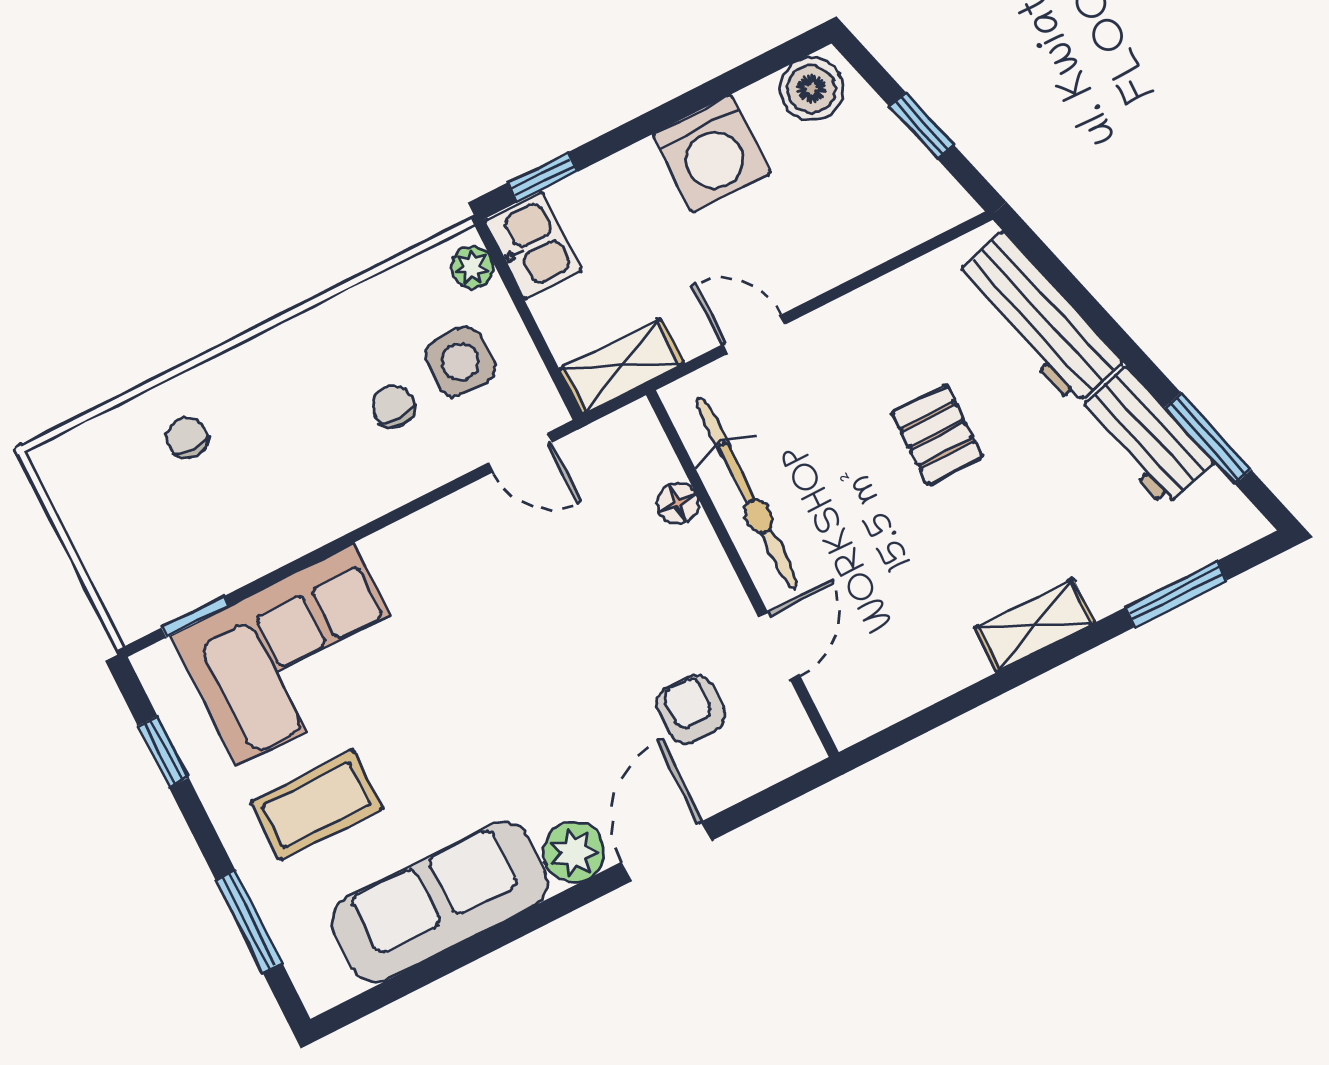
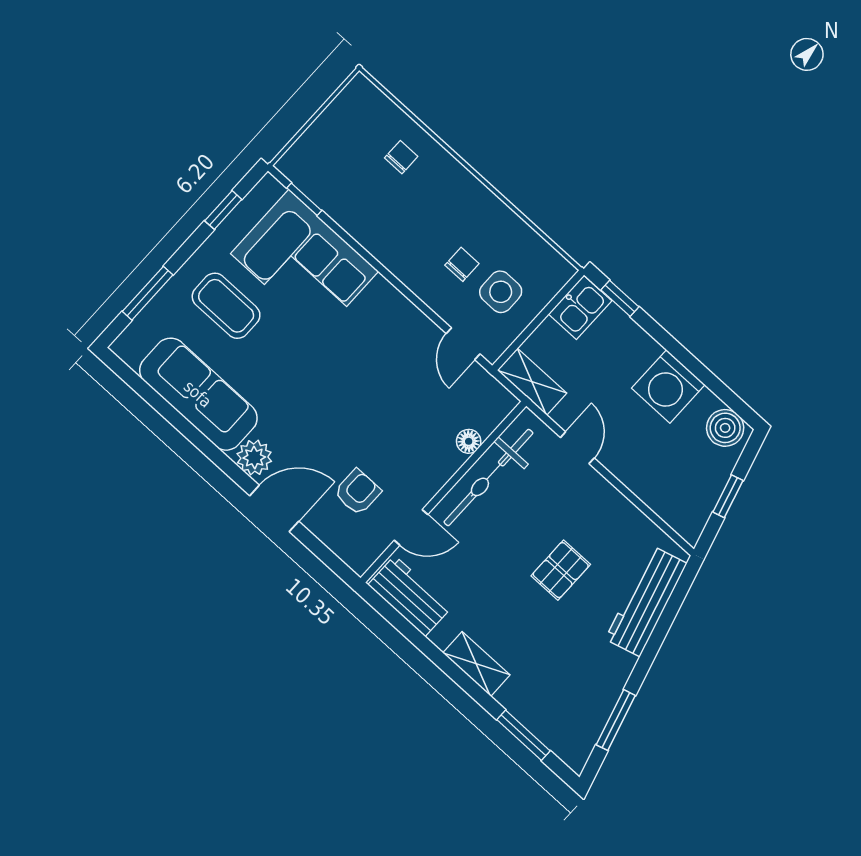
plant: (472, 267) -> (555, 278), removed
workbench: (1145, 436) -> (410, 596), moved, turned 106

